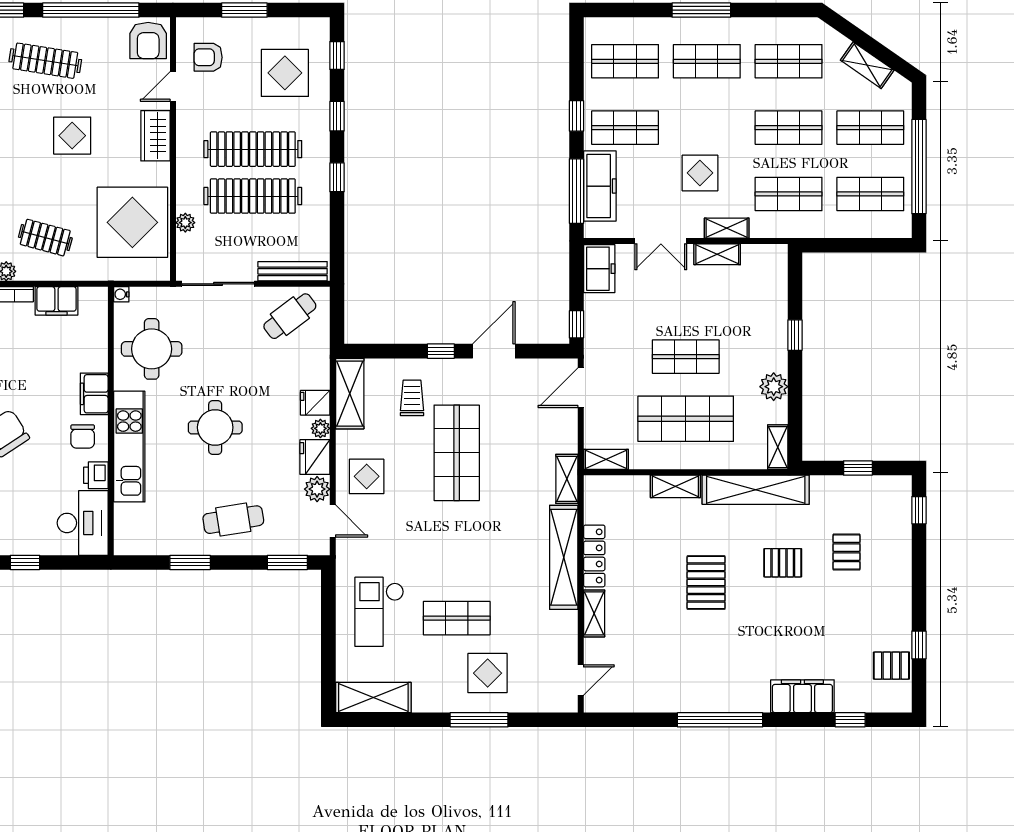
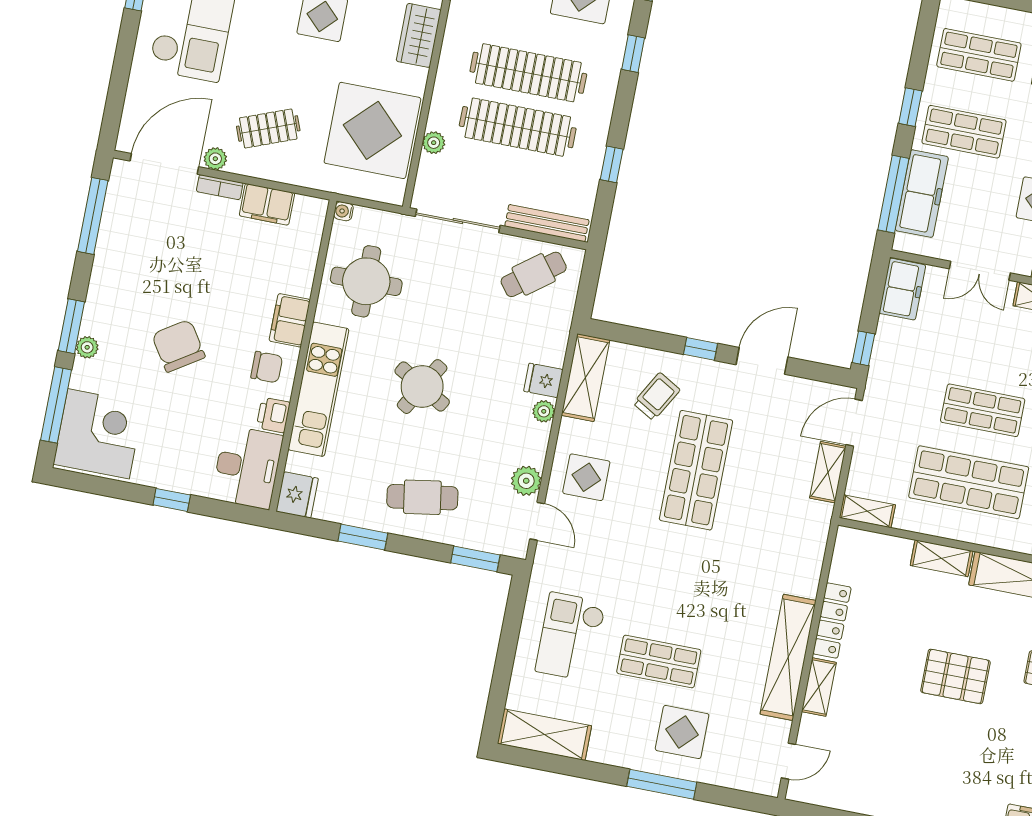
window: (337, 177) -> (612, 164), moved
clothes rail: (45, 238) -> (268, 128), turned -36
trolley: (412, 398) -> (657, 397), turned 30
round table: (215, 427) -> (422, 387), turned 30
chair: (83, 436) -> (267, 367), turned -90
fridge: (315, 457) -> (297, 495), moved, turned 180
shelving: (567, 479) -> (828, 472), moved
shelving: (564, 557) -> (788, 657), moved
pallet: (706, 583) -> (955, 676), turned 90

